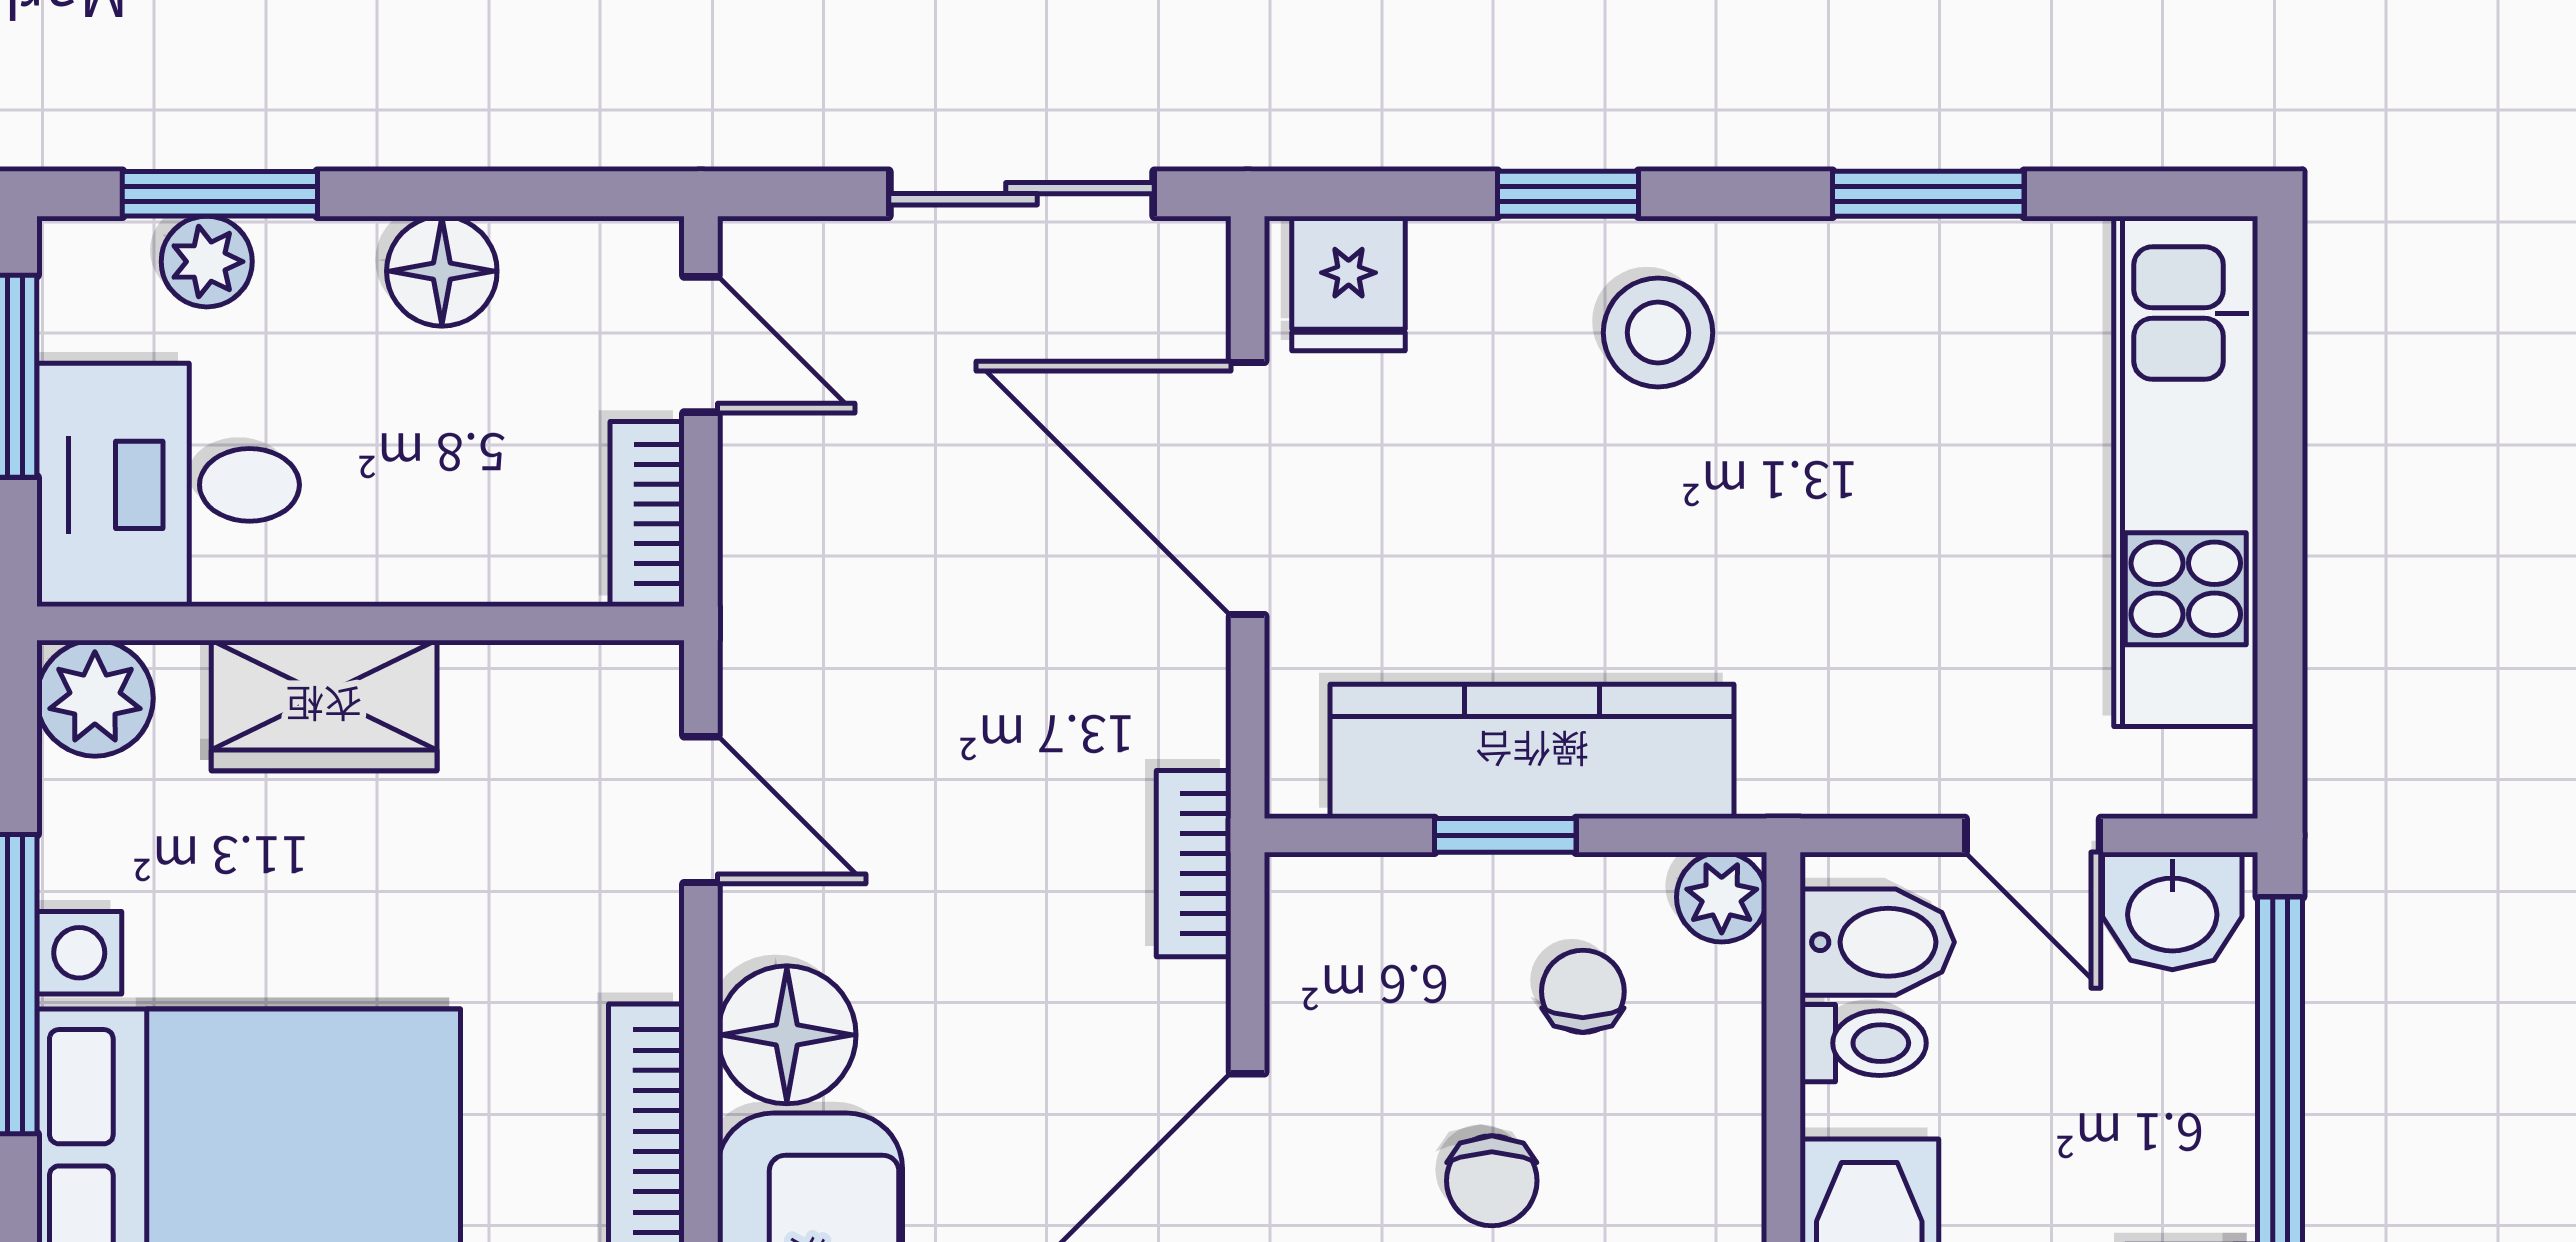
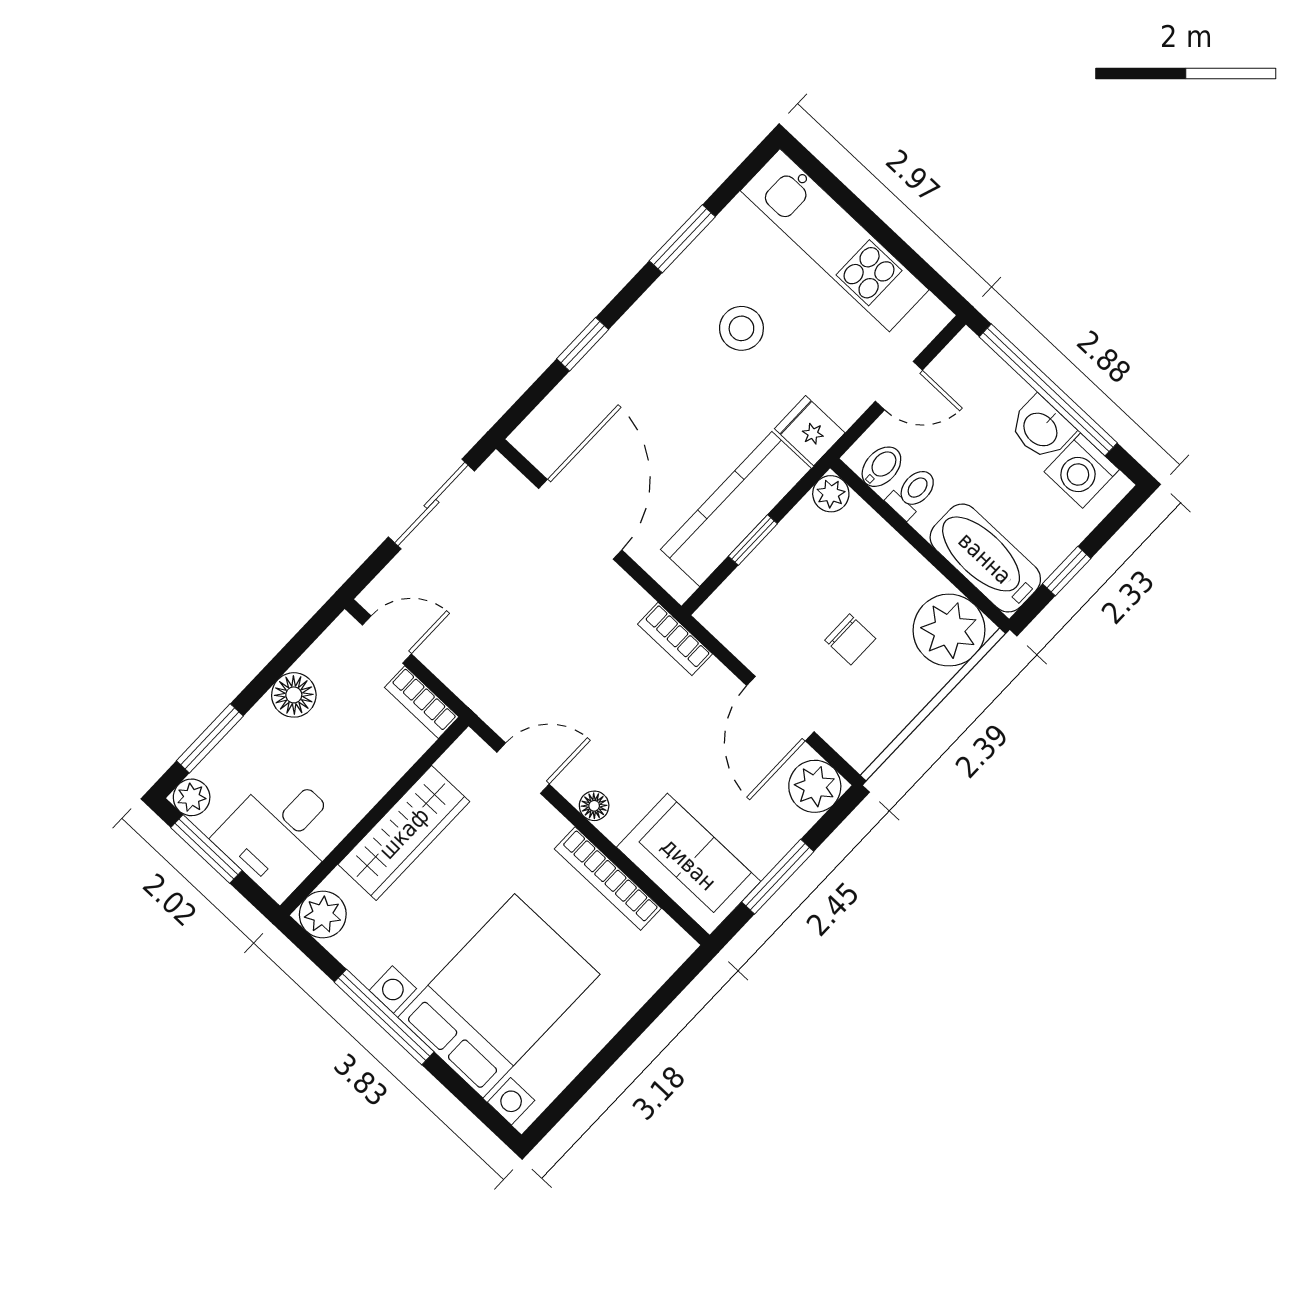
plant: (207, 262) -> (192, 797), moved
fridge: (1349, 283) -> (810, 431), moved, turned 180
stool: (1658, 333) -> (741, 328), moved
door: (1248, 488) -> (580, 519), swing flipped
wardrobe: (324, 706) -> (404, 833), width x1.50
washbasin: (2172, 911) -> (1041, 428), moved, turned 90
bidet: (1877, 942) -> (881, 467), width x0.72, depth x0.74
chair: (1583, 991) -> (820, 560), removed
floor lamp: (787, 1035) -> (594, 806), width x0.53, depth x0.53

